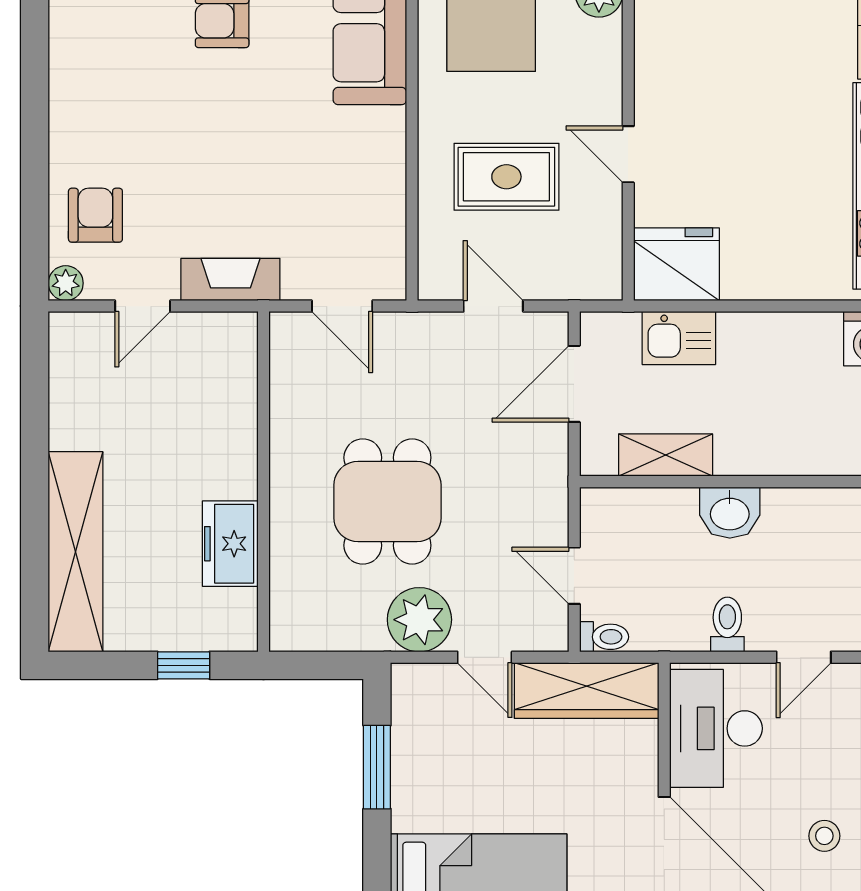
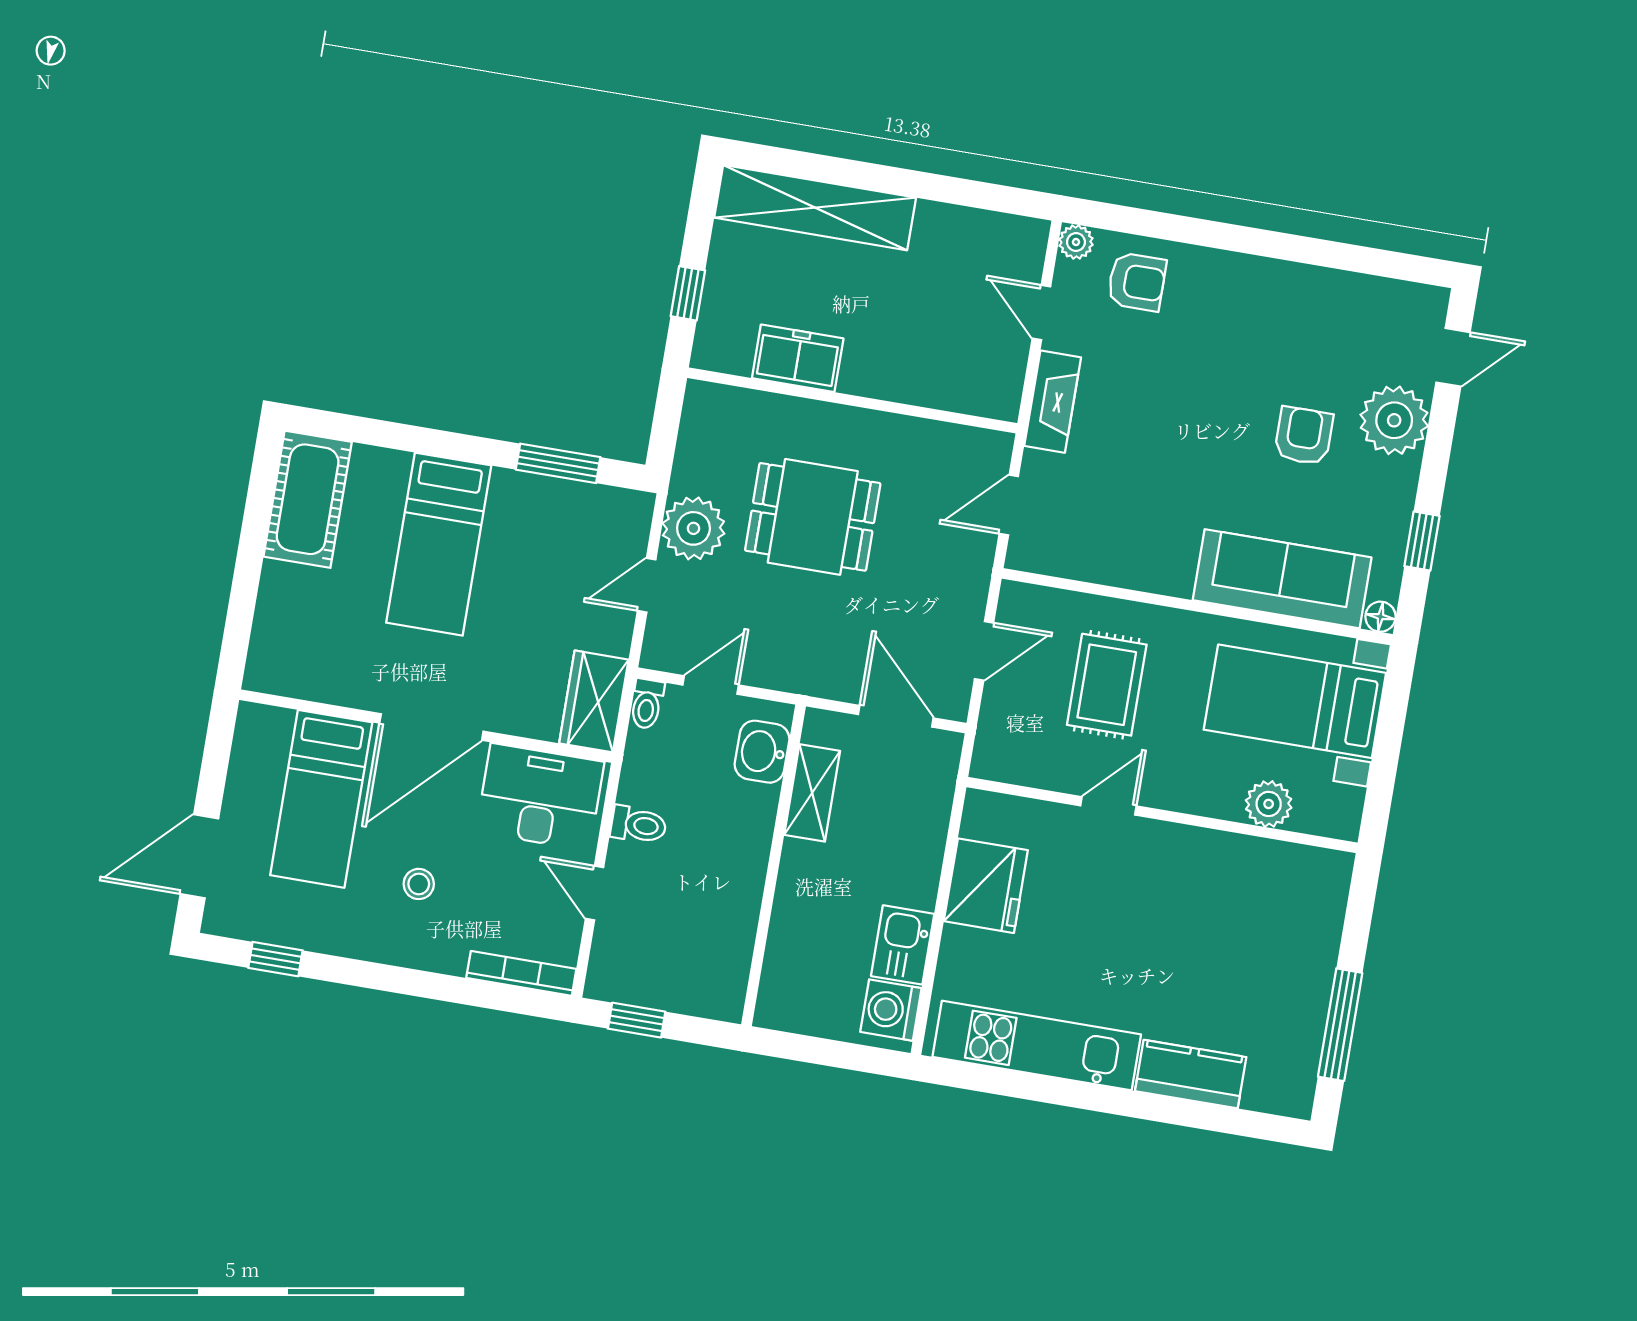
fridge: (677, 264) -> (986, 886), moved
kitchen sink: (679, 338) -> (903, 945), moved
washbasin: (730, 513) -> (762, 752), moved
wardrobe: (587, 691) -> (594, 701), width x0.67

